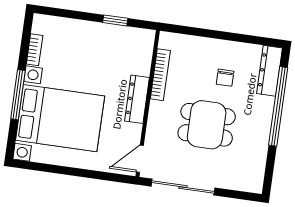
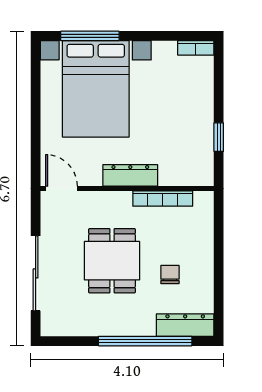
bookcase: (35, 50) -> (196, 48), moved
chair: (225, 78) -> (170, 274), turned 90
window: (18, 95) -> (90, 36), moved
sliding door: (183, 187) -> (36, 273), moved

